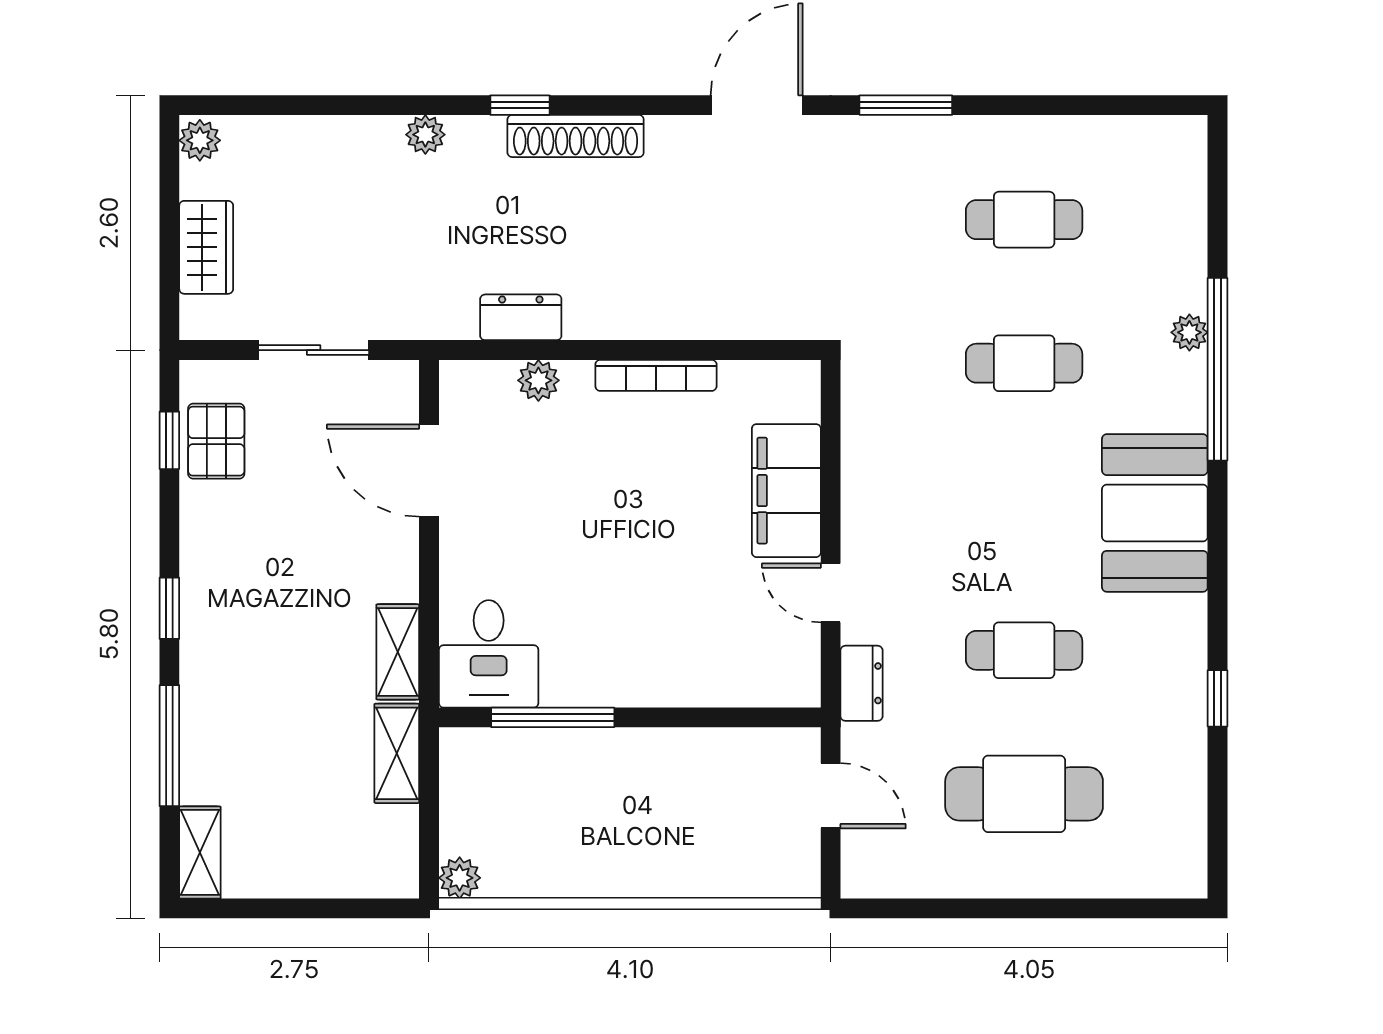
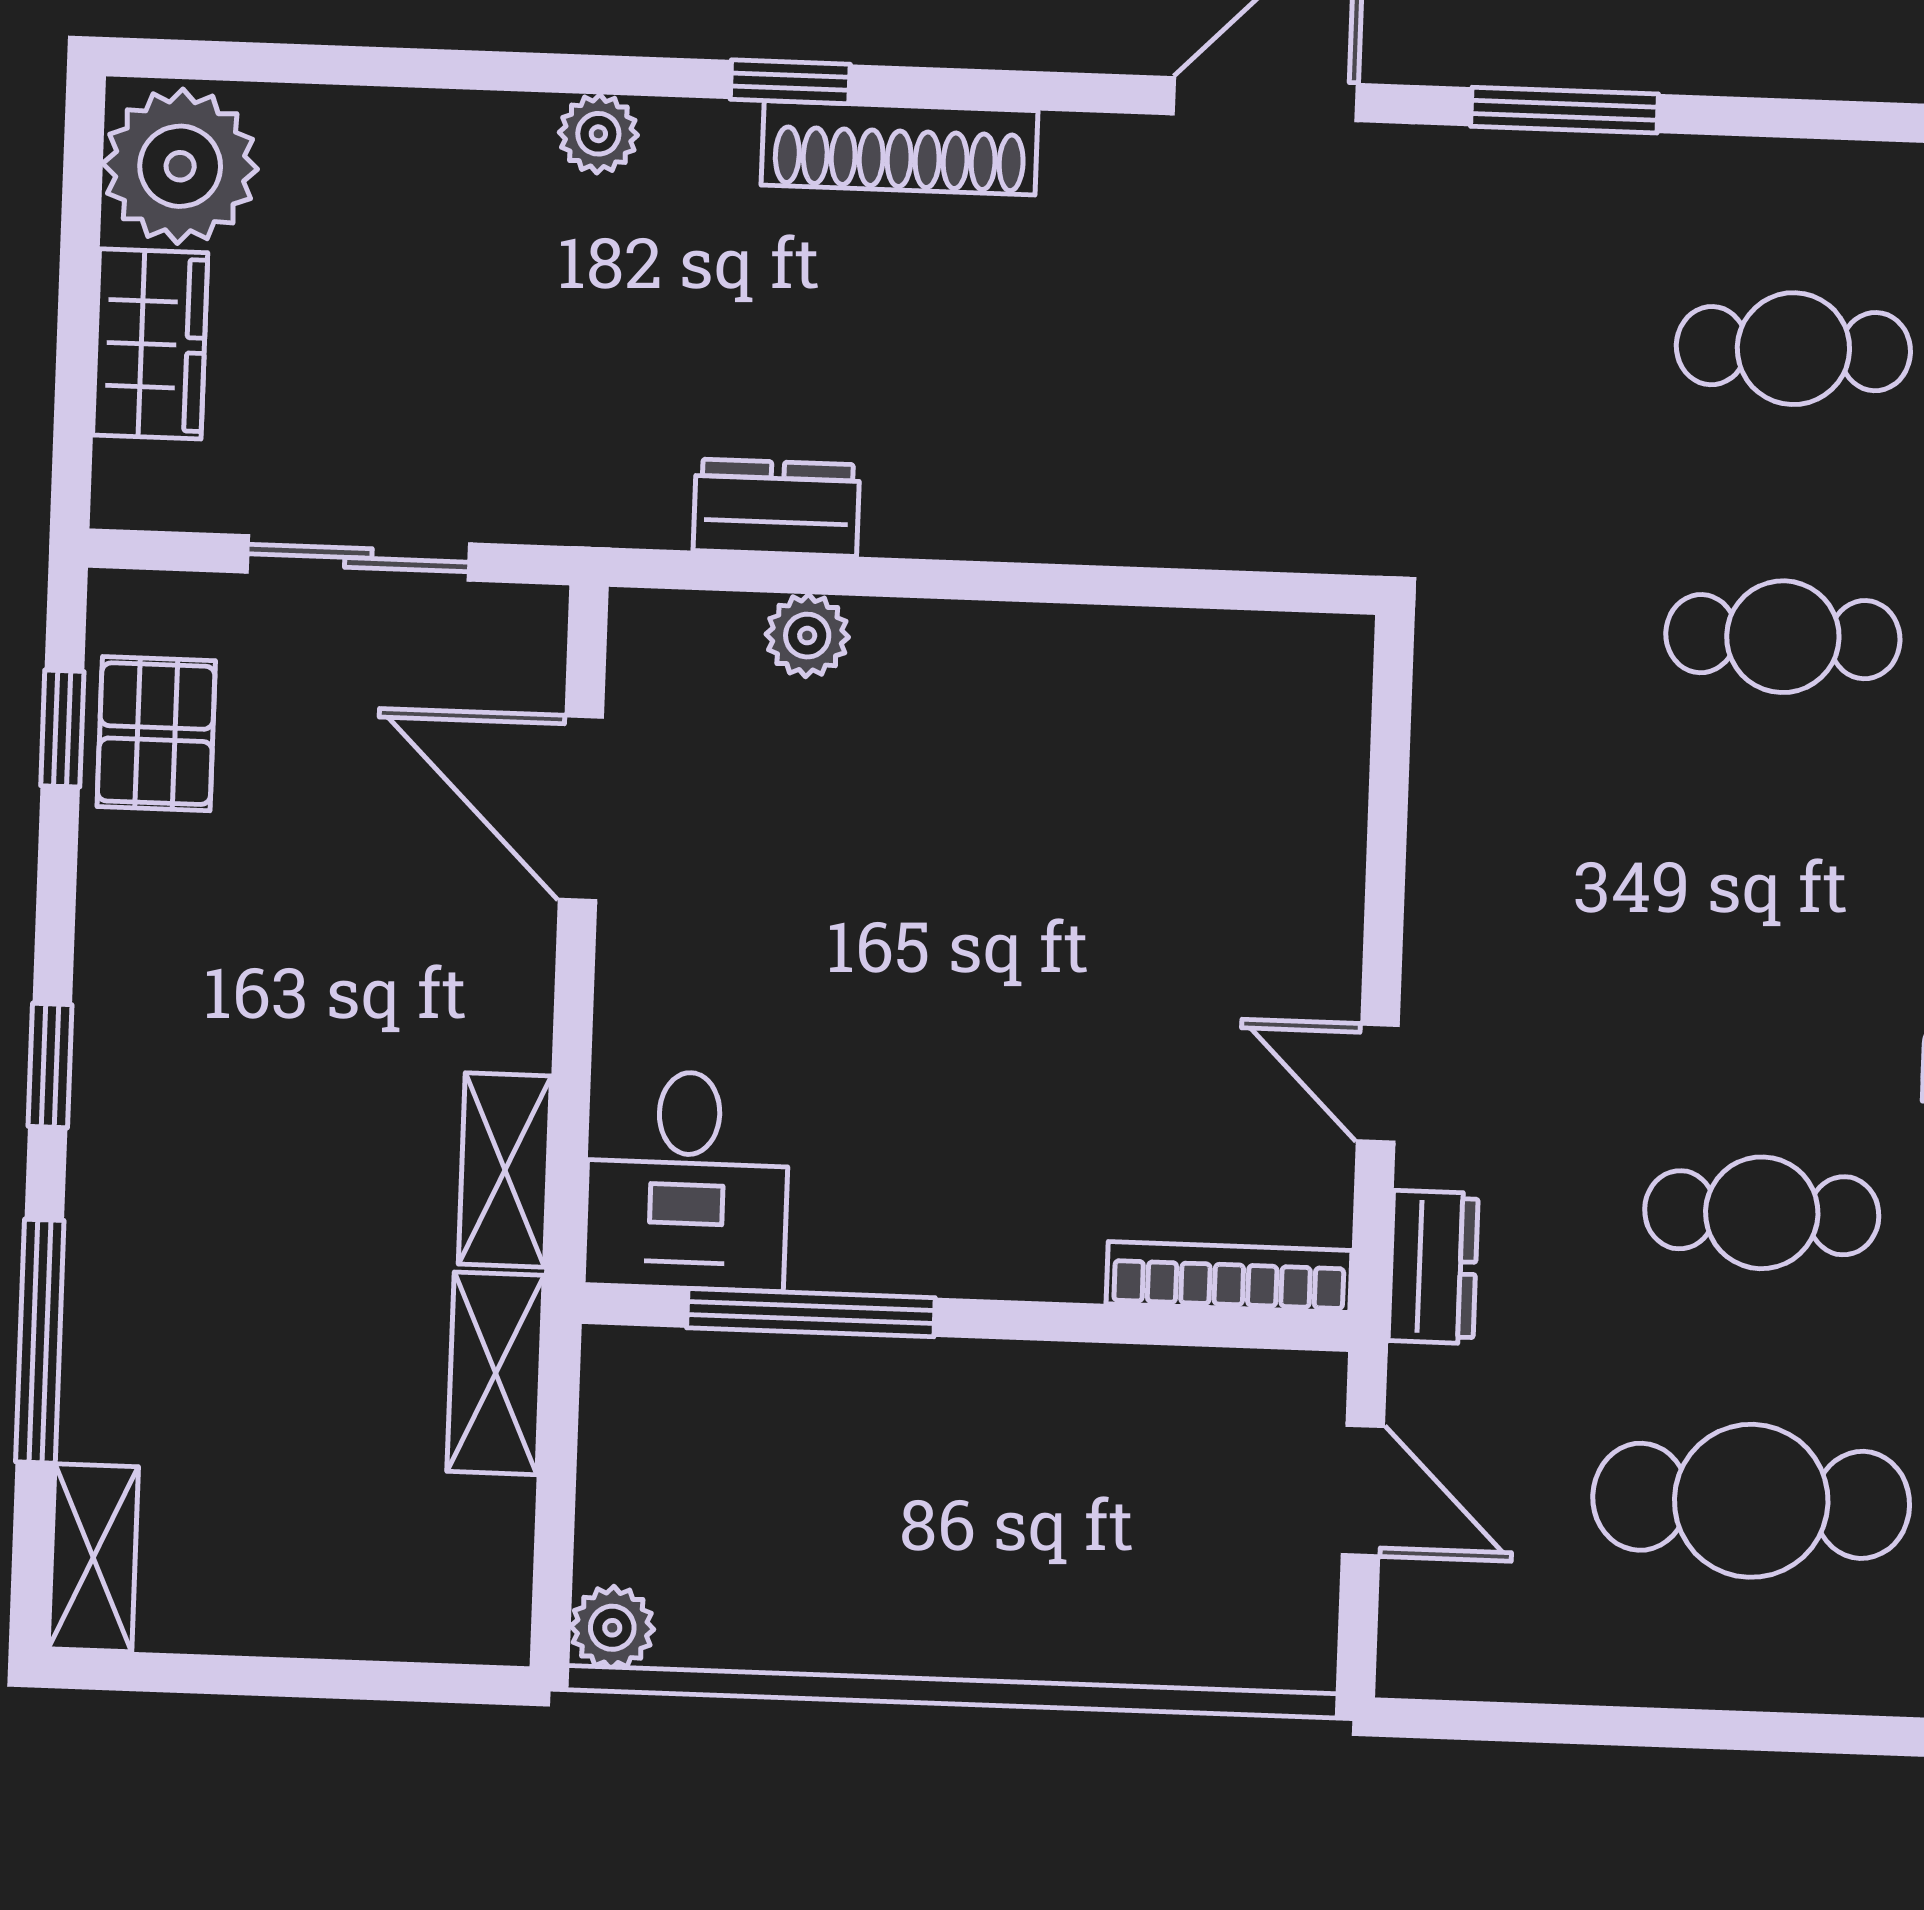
plant: (200, 140) -> (180, 166), width x1.87, depth x1.87
bookcase: (656, 375) -> (1229, 1277), moved, turned 180
filing cabinet: (786, 491) -> (1296, 875), removed

